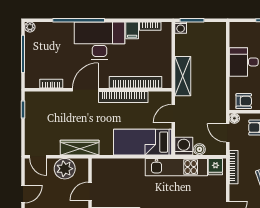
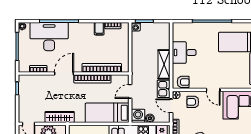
desk: (99, 41) -> (49, 37), moved
shelving: (183, 76) -> (164, 64), moved
kitchen sink: (218, 110) -> (164, 89), added

